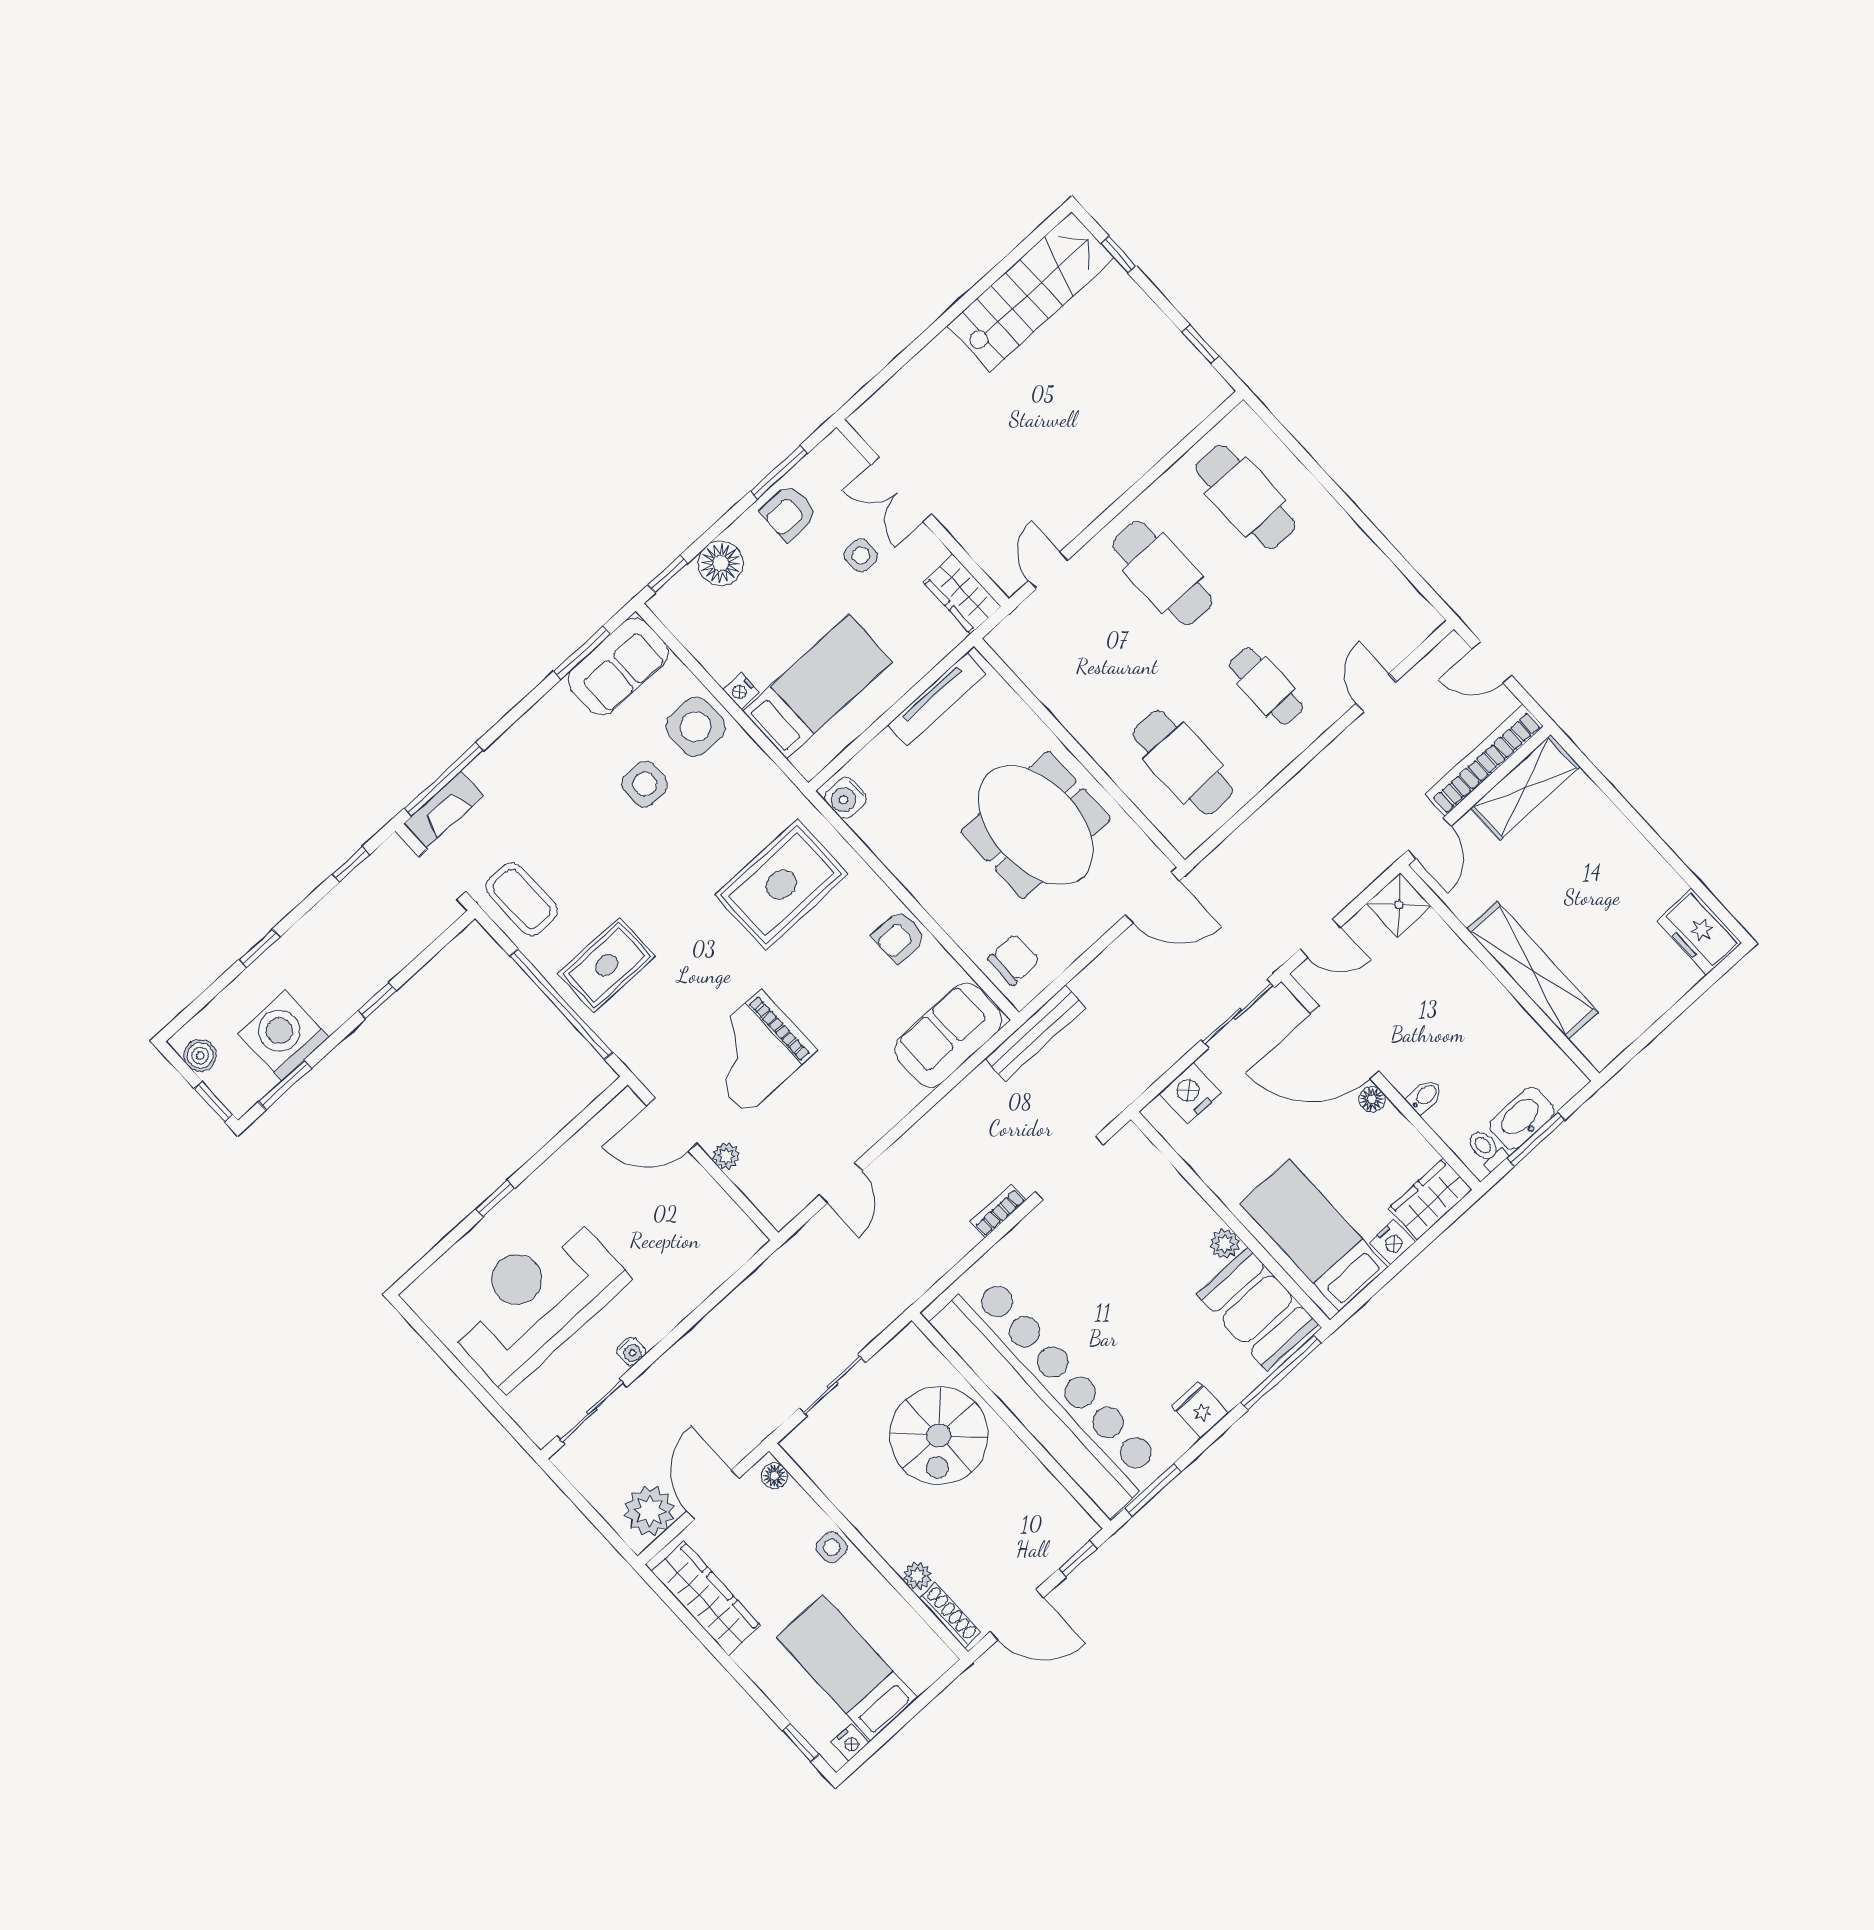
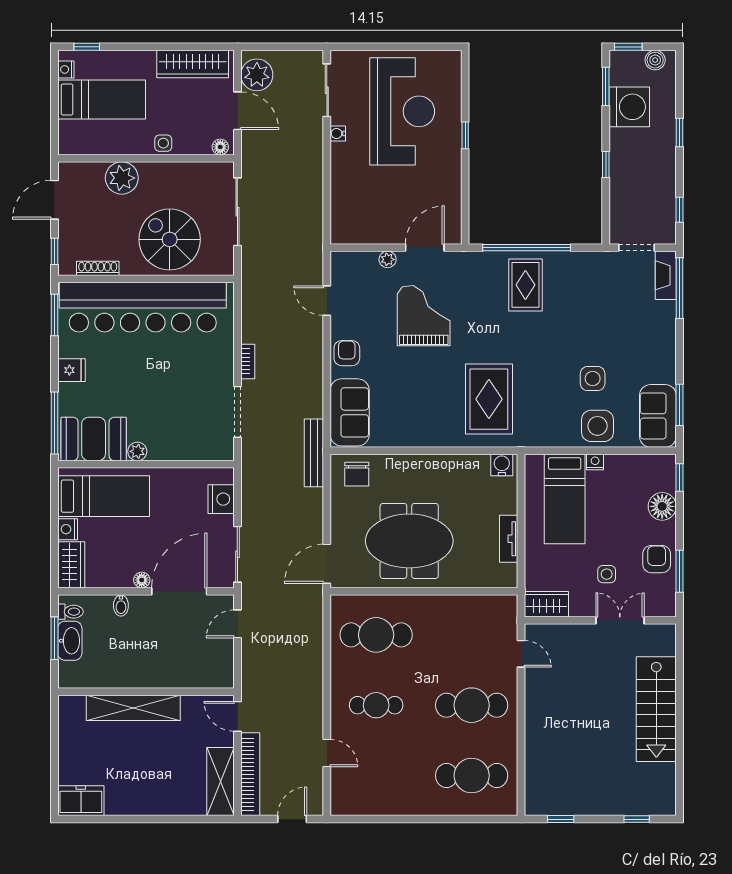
stairs: (1031, 292) -> (656, 709), moved
tv unit: (937, 699) -> (509, 539), width x0.71
coffee table: (522, 899) -> (592, 274), removed
shower: (1399, 905) -> (220, 674), removed
armchair: (899, 937) -> (347, 353), moved
sliding door: (832, 1385) -> (237, 212), width x1.37
plant: (917, 1576) -> (122, 178), width x1.87, depth x1.87
shoe rack: (950, 1615) -> (98, 268), moved, turned 180

